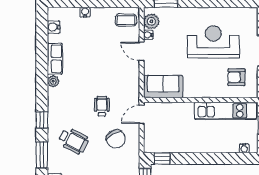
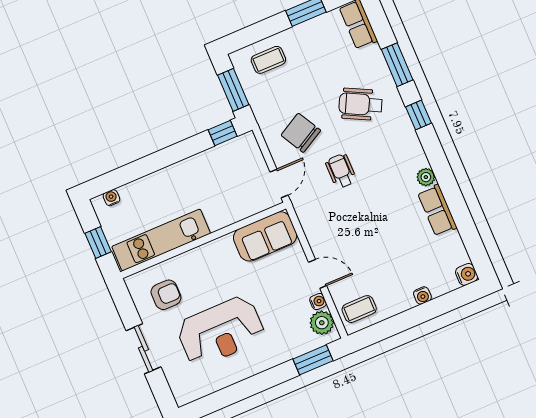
water cooler: (54, 27) -> (467, 274), moved
wheelchair: (102, 106) -> (341, 171), turned 180

